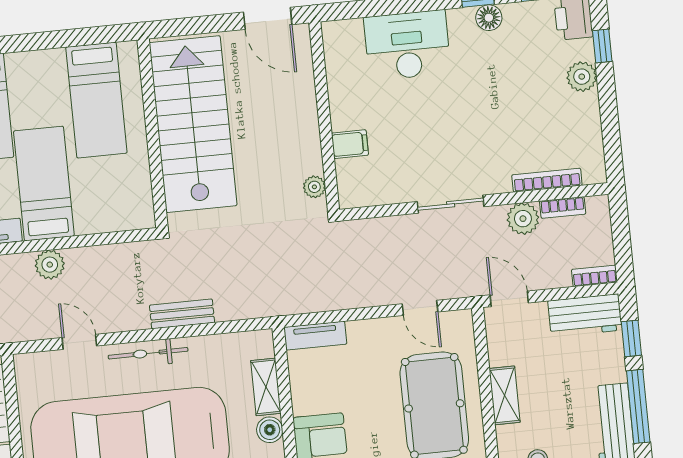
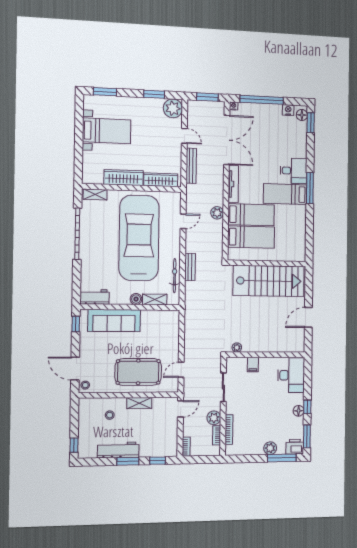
window: (602, 46) -> (282, 458), width x2.17
bed: (96, 100) -> (251, 237), moved, turned 180
wall: (324, 116) -> (266, 355), moved
filing cabinet: (350, 144) -> (253, 365), moved
plant: (314, 187) -> (237, 348), moved
workbench: (585, 315) -> (170, 441), removed
tv unit: (315, 336) -> (174, 323), removed
bicycle: (148, 353) -> (175, 276), moved
window: (638, 406) -> (128, 461), width x0.69

